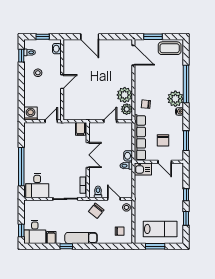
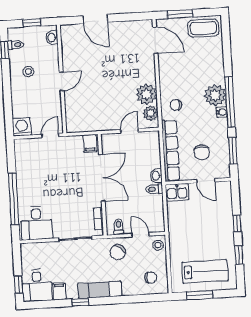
window: (186, 84) -> (230, 102), moved
double door: (88, 155) -> (102, 178), width x1.37

